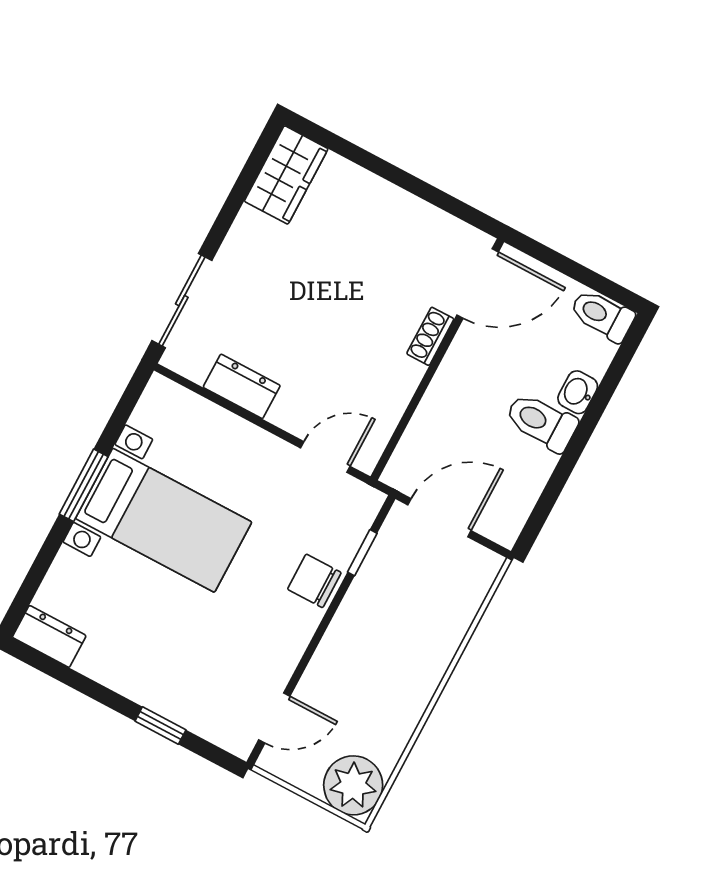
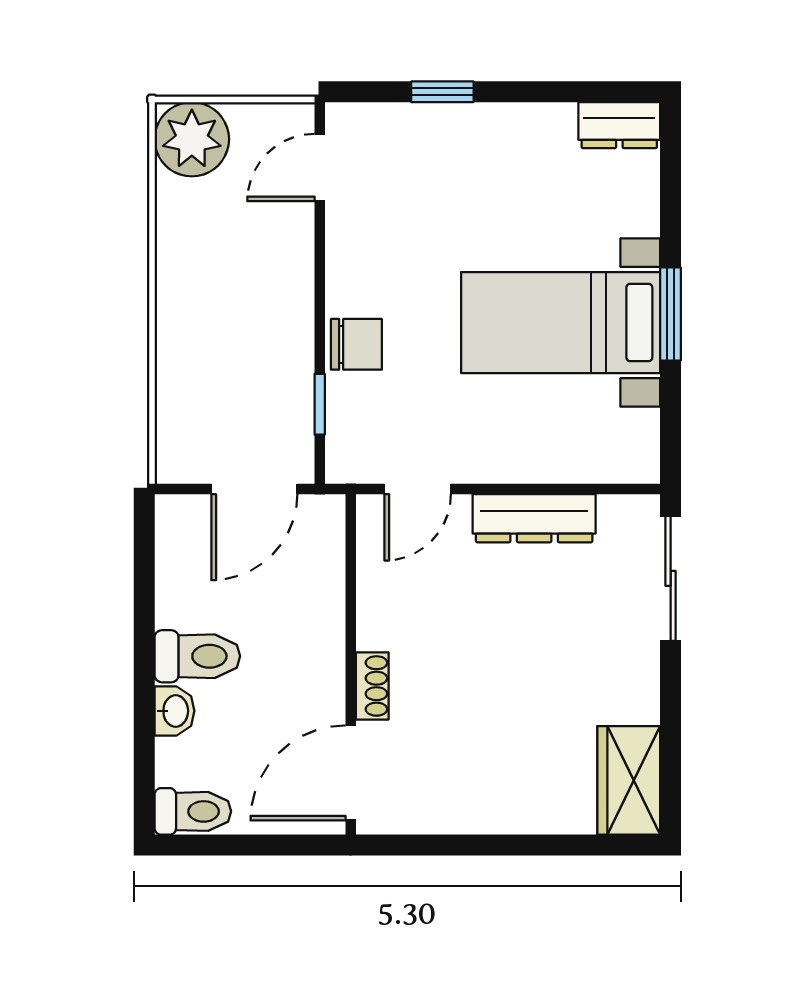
dresser: (242, 386) -> (534, 518), width x1.44

